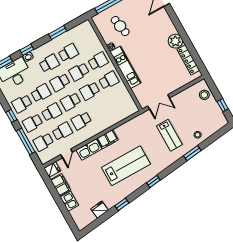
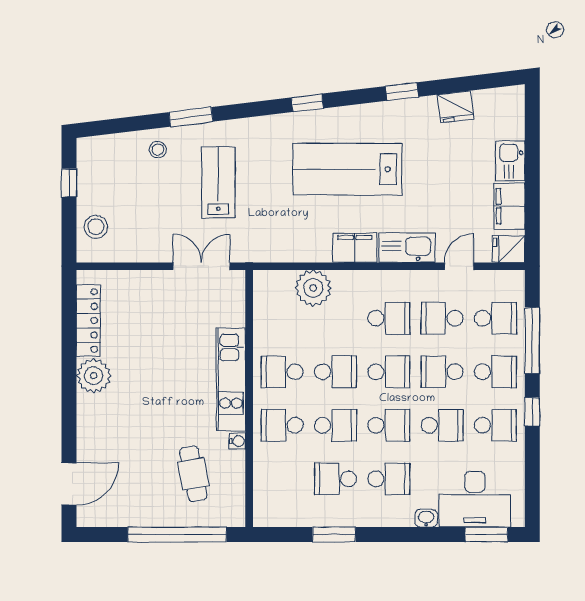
window: (27, 50) -> (420, 535), removed
school desk: (49, 63) -> (389, 479), turned 180
school desk: (41, 93) -> (442, 425), turned 180
plant: (114, 116) -> (313, 288), added

